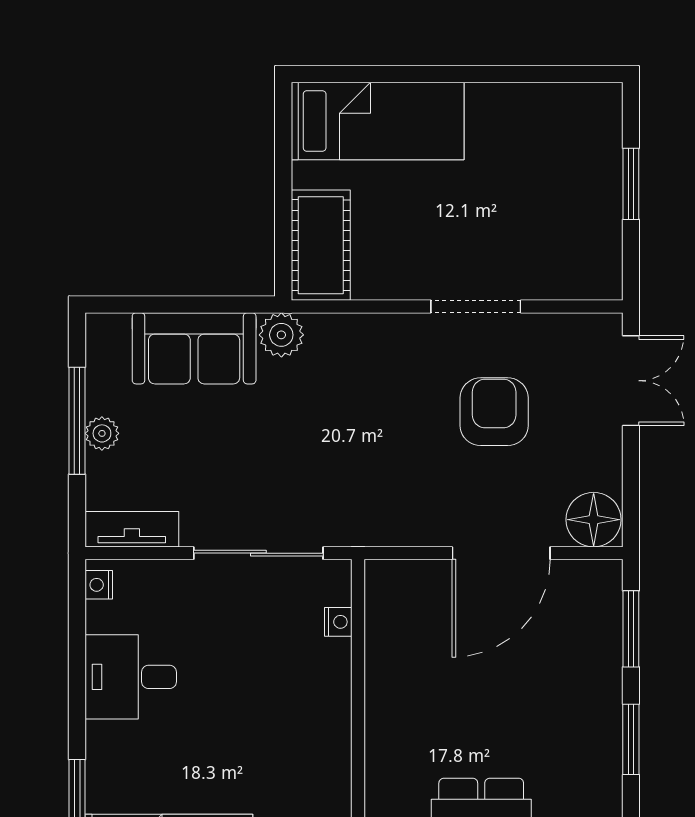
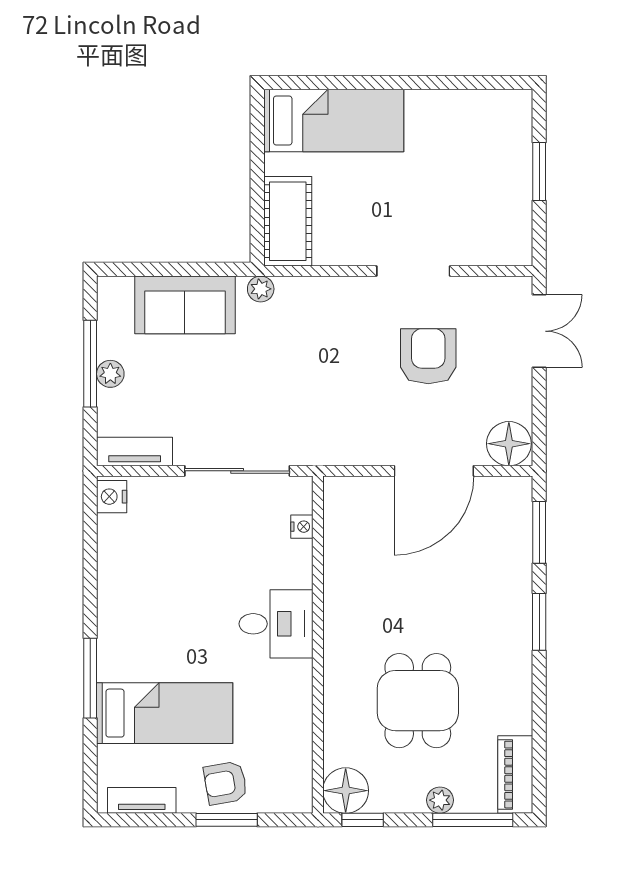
plant: (281, 335) -> (261, 289), width x0.73, depth x0.73
nightstand: (99, 585) -> (112, 497), width x1.39, depth x1.35
desk: (131, 677) -> (276, 624), moved, turned 180

